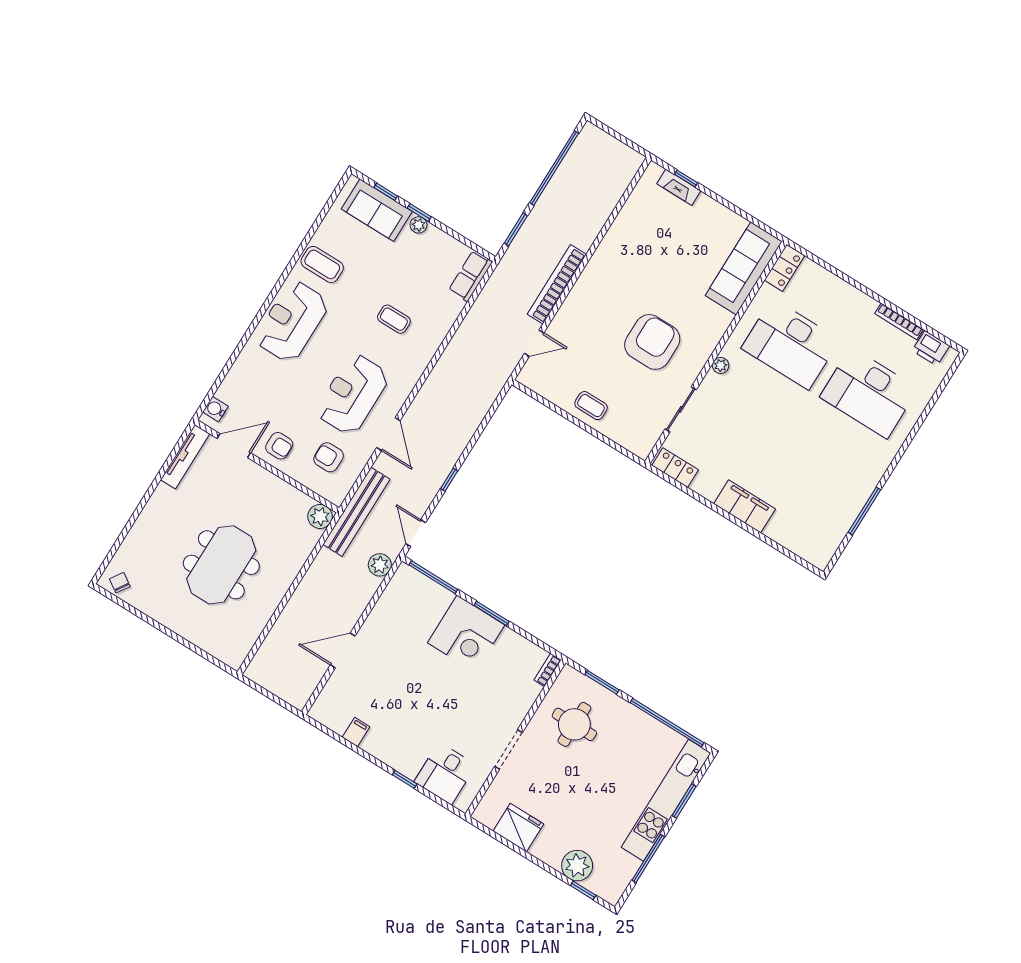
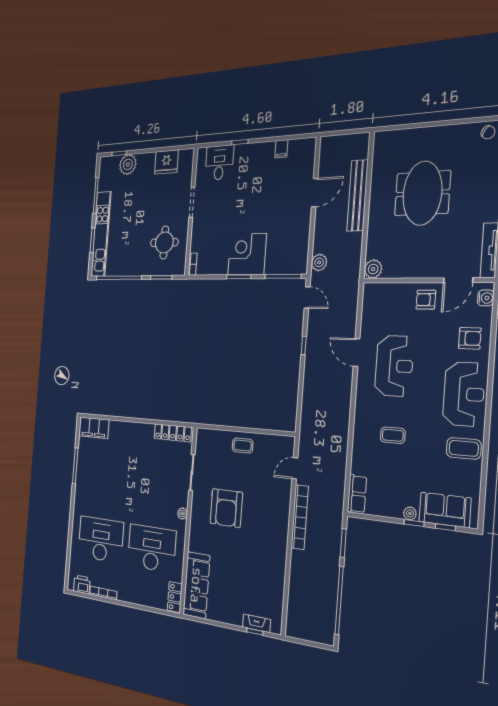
armchair: (329, 457) -> (470, 338), moved
locker: (675, 468) -> (173, 433), width x1.53
filing cabinet: (745, 506) -> (94, 428), moved
bench: (356, 512) -> (358, 195), moved

